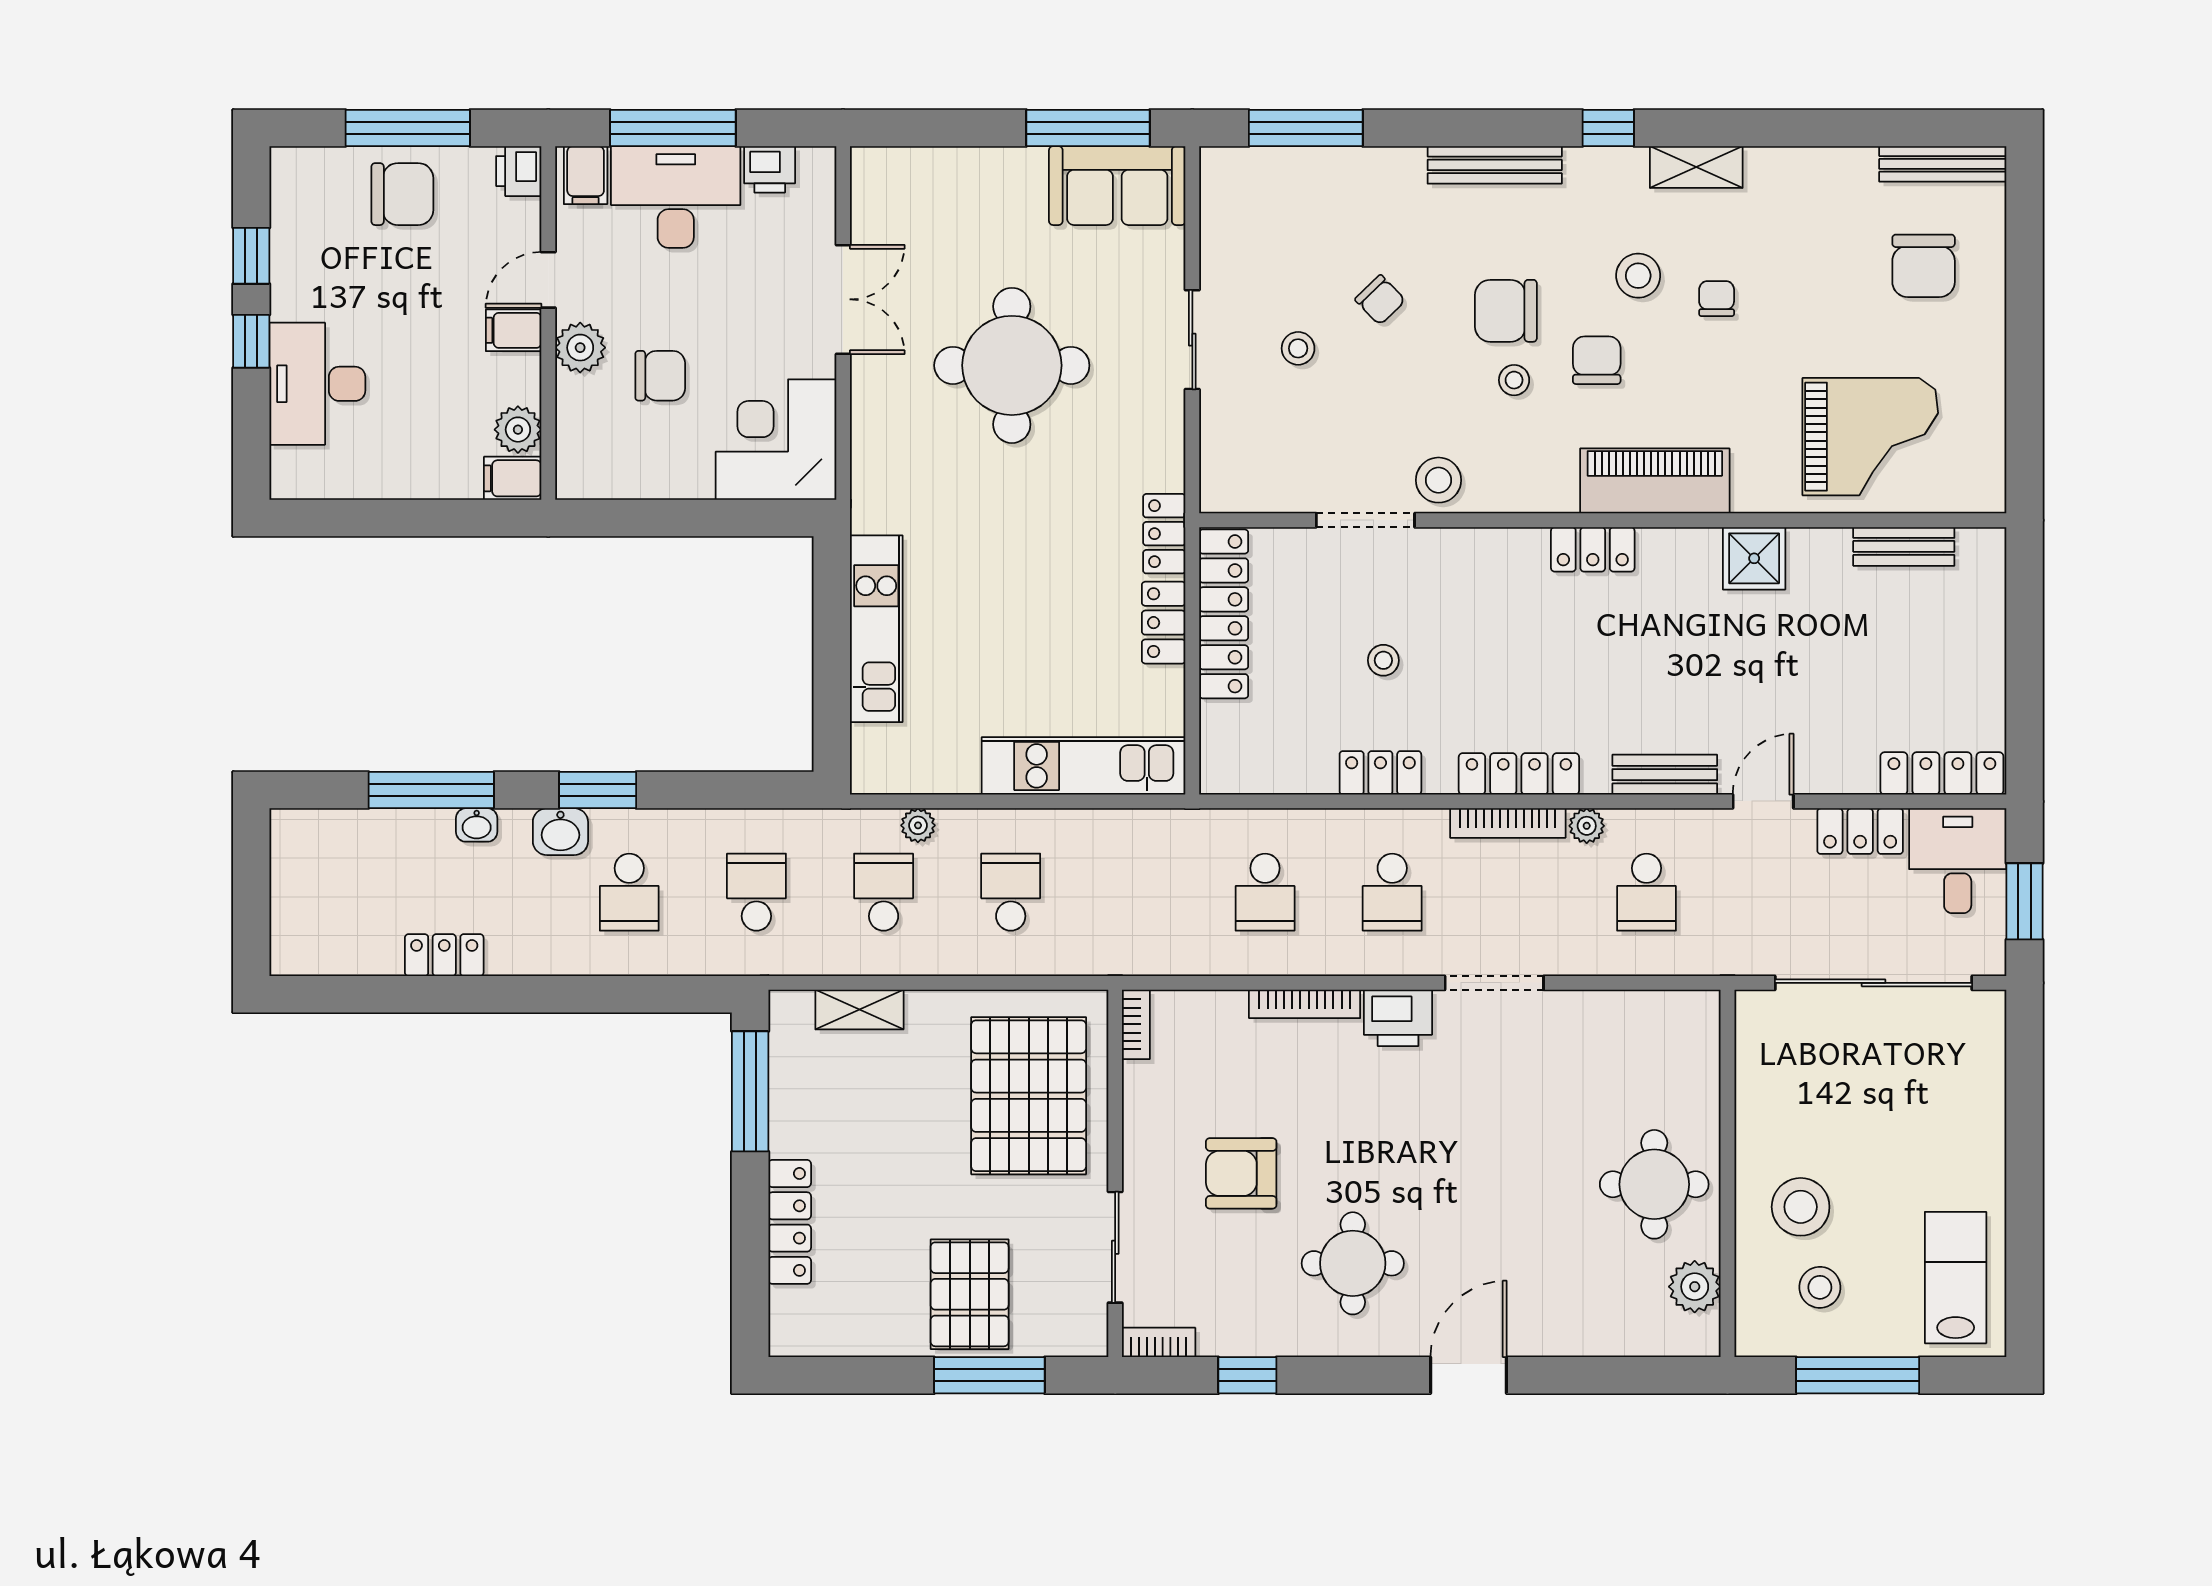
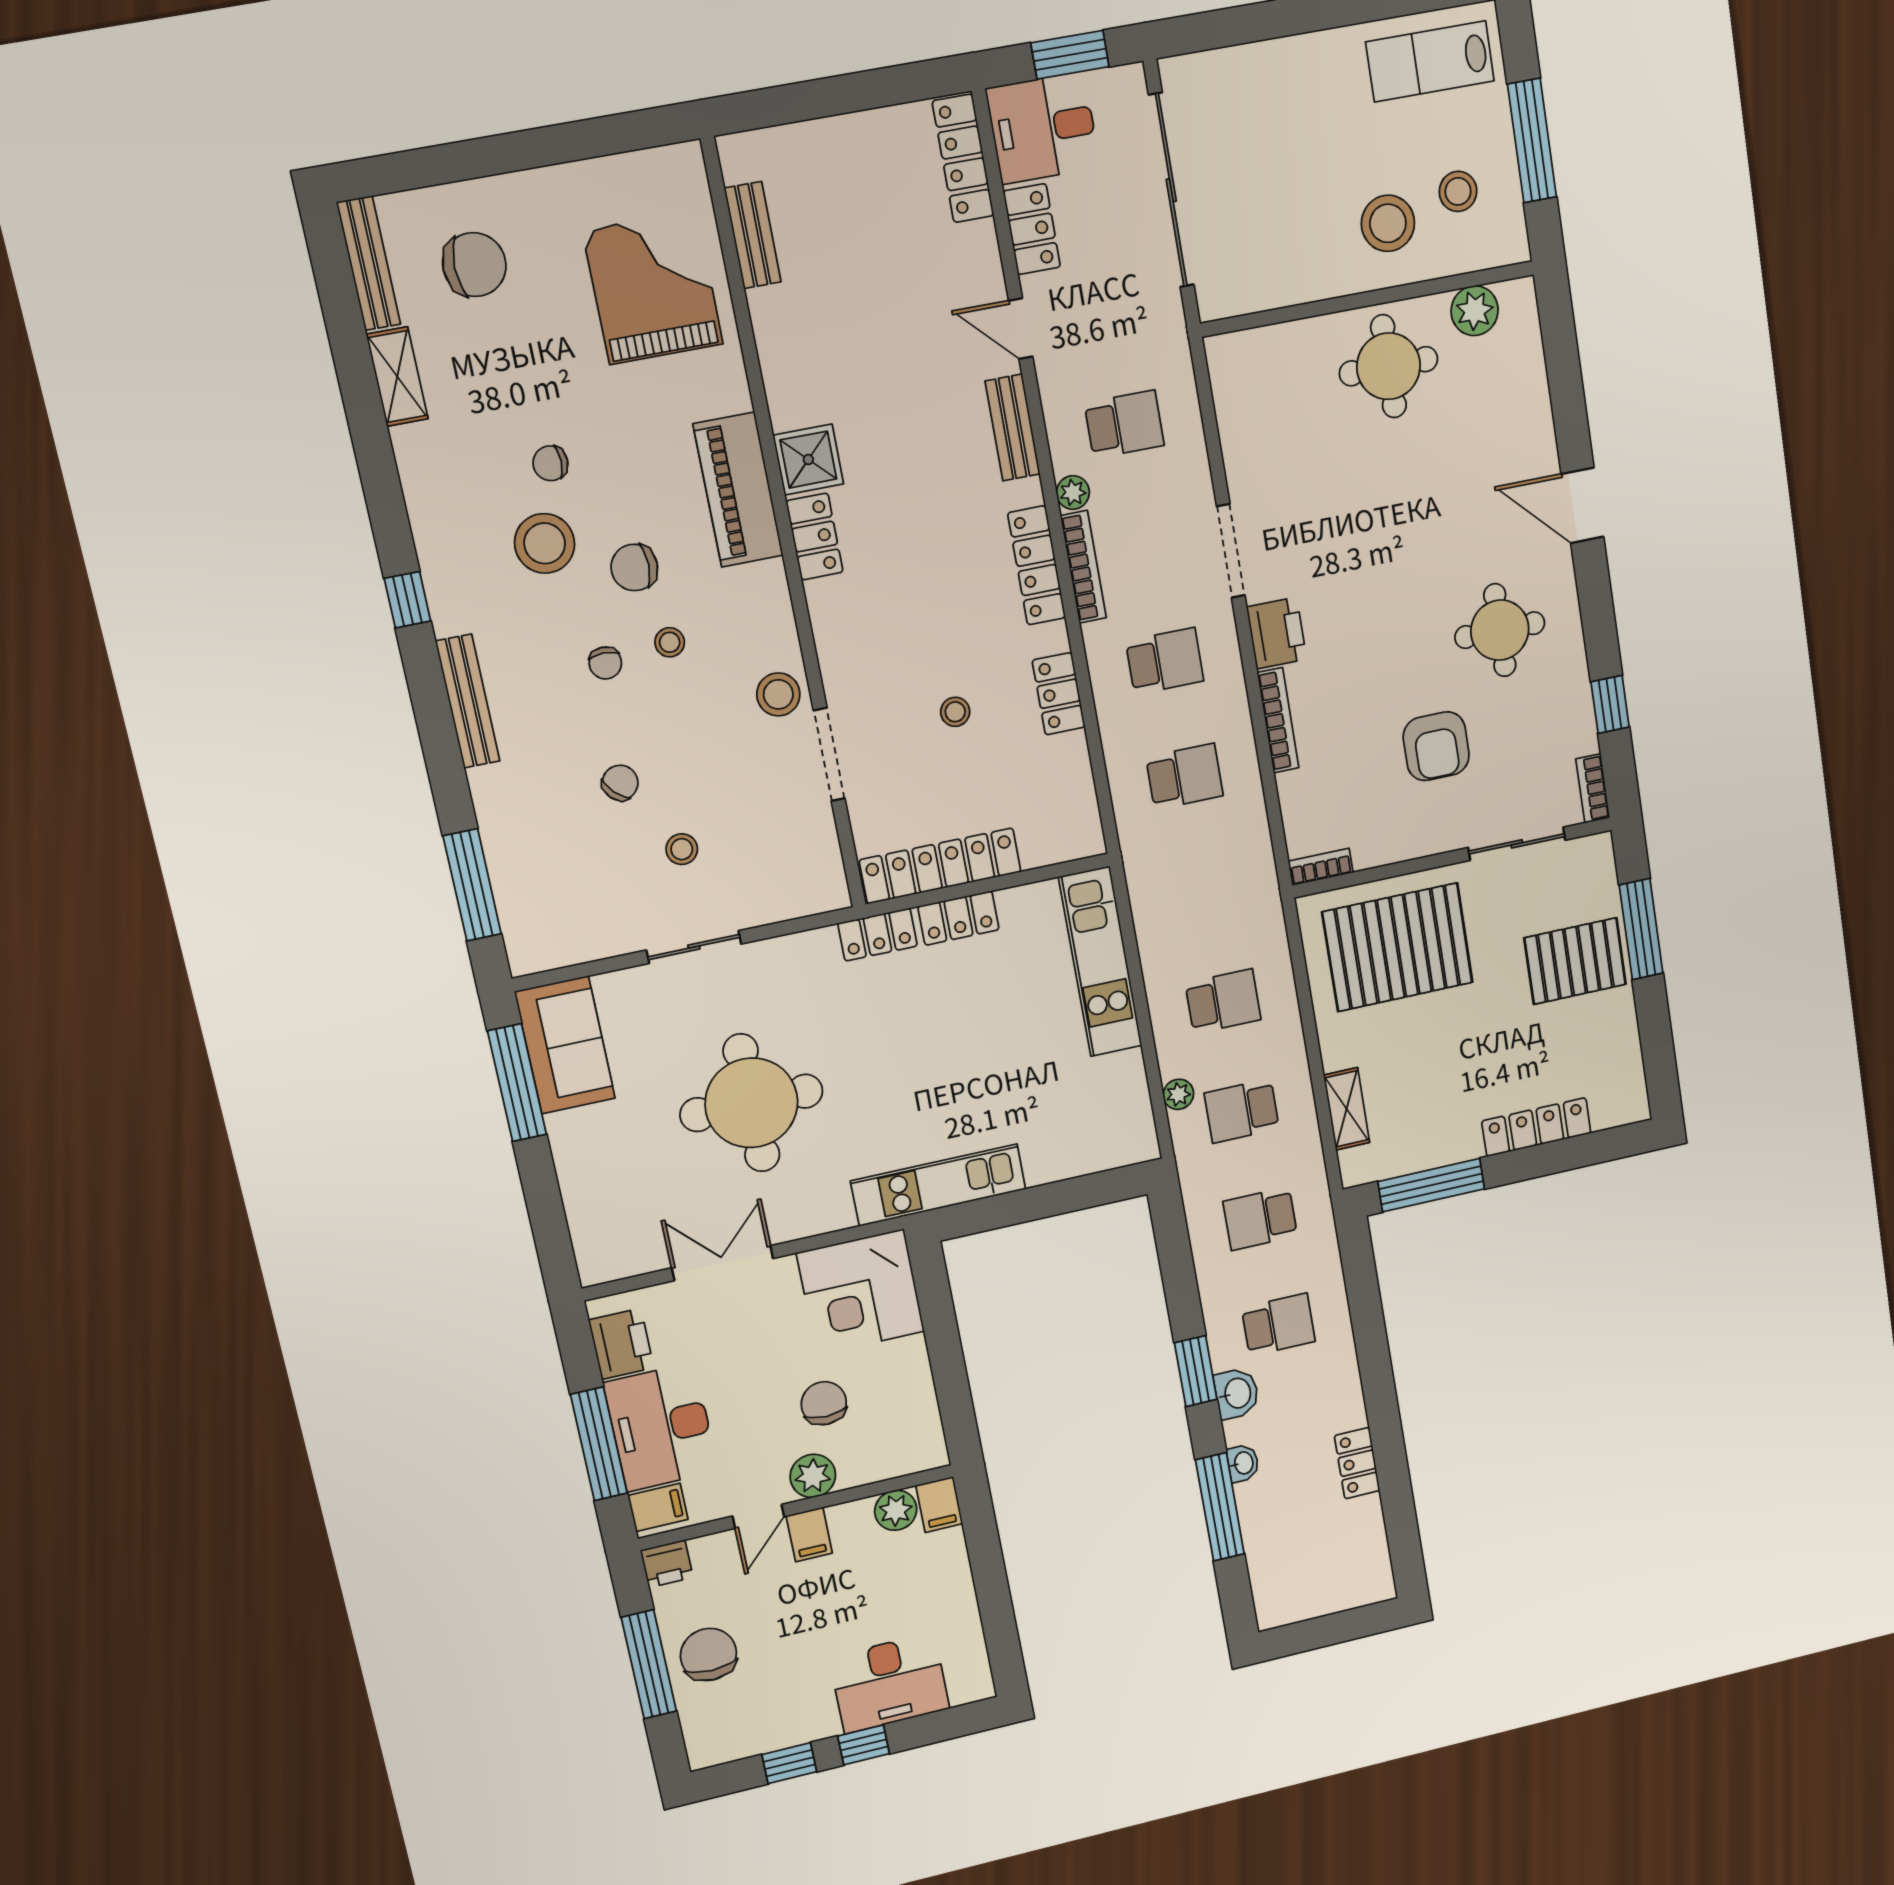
shelving: (1696, 167) -> (397, 377), moved
printer: (770, 169) -> (621, 1344), width x1.36, depth x1.24
stool: (1638, 276) -> (545, 543), width x1.38, depth x1.38
door: (548, 280) -> (758, 1516), hinge flipped
chair: (1506, 311) -> (605, 663), width x0.54, depth x0.54
shower: (1754, 558) -> (808, 460), moved
kitchen unit: (876, 629) -> (938, 1185), moved
school desk: (1011, 892) -> (1223, 1001), turned 180

